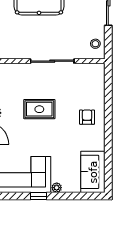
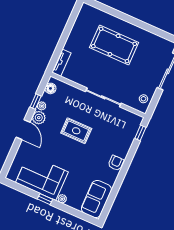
window: (108, 81) -> (140, 133), added
armchair: (87, 117) -> (116, 163), moved

